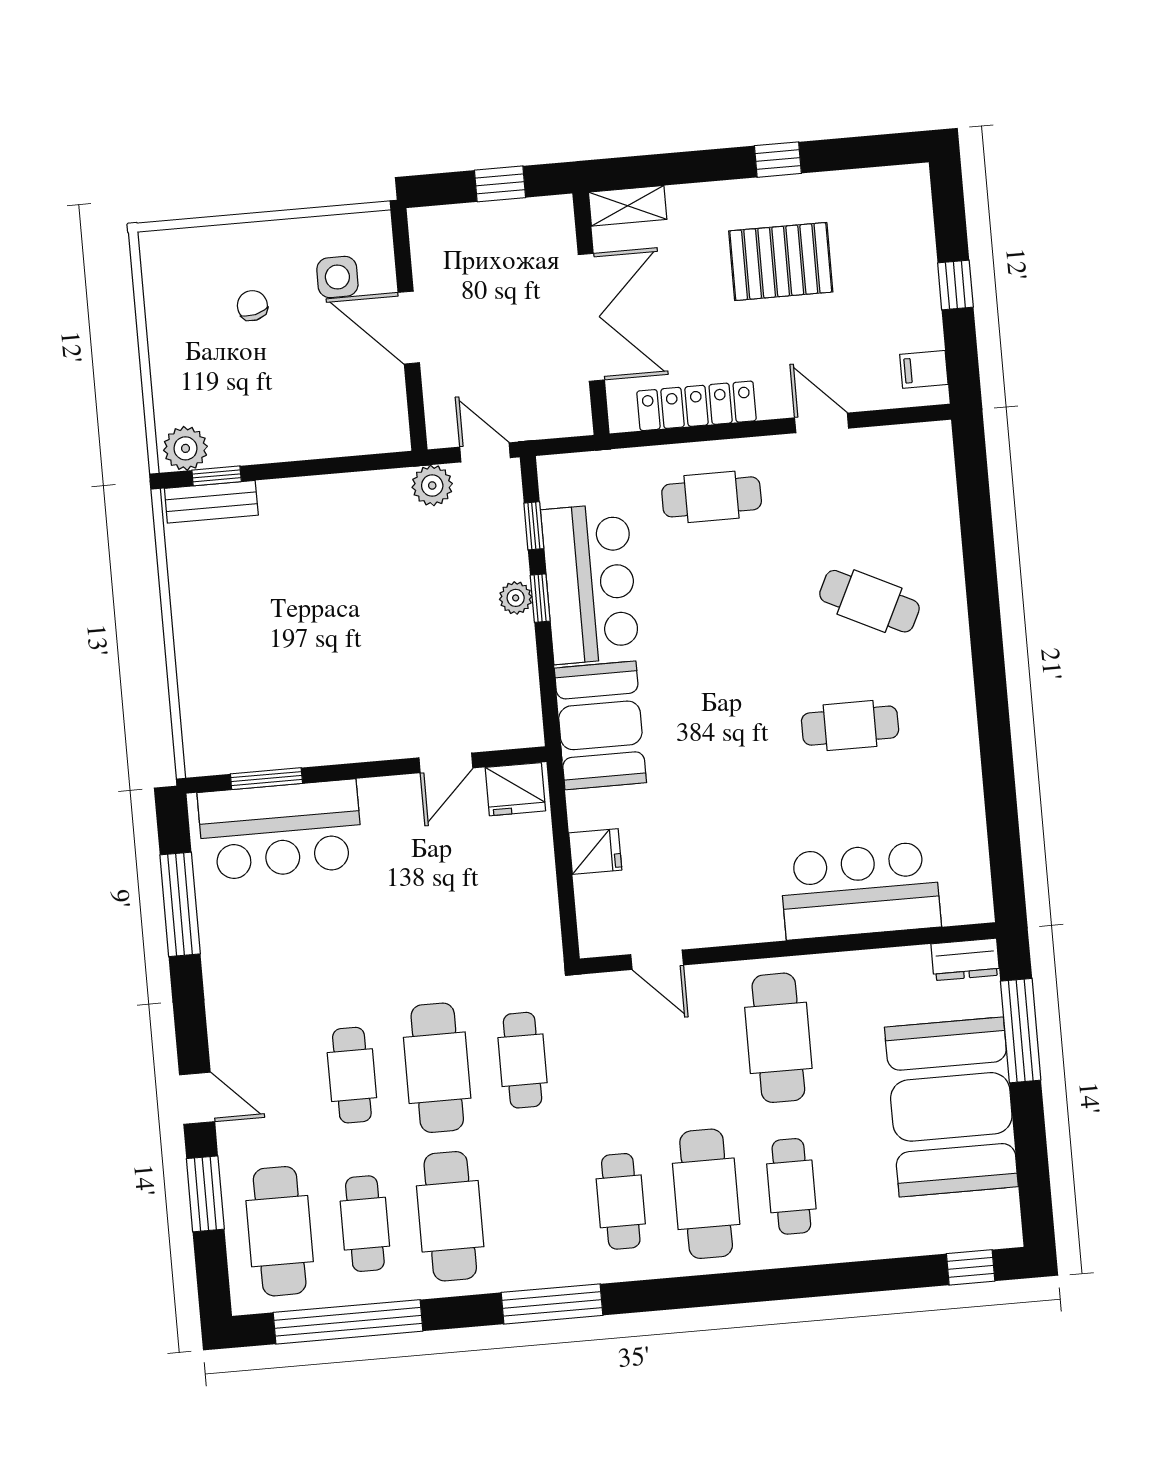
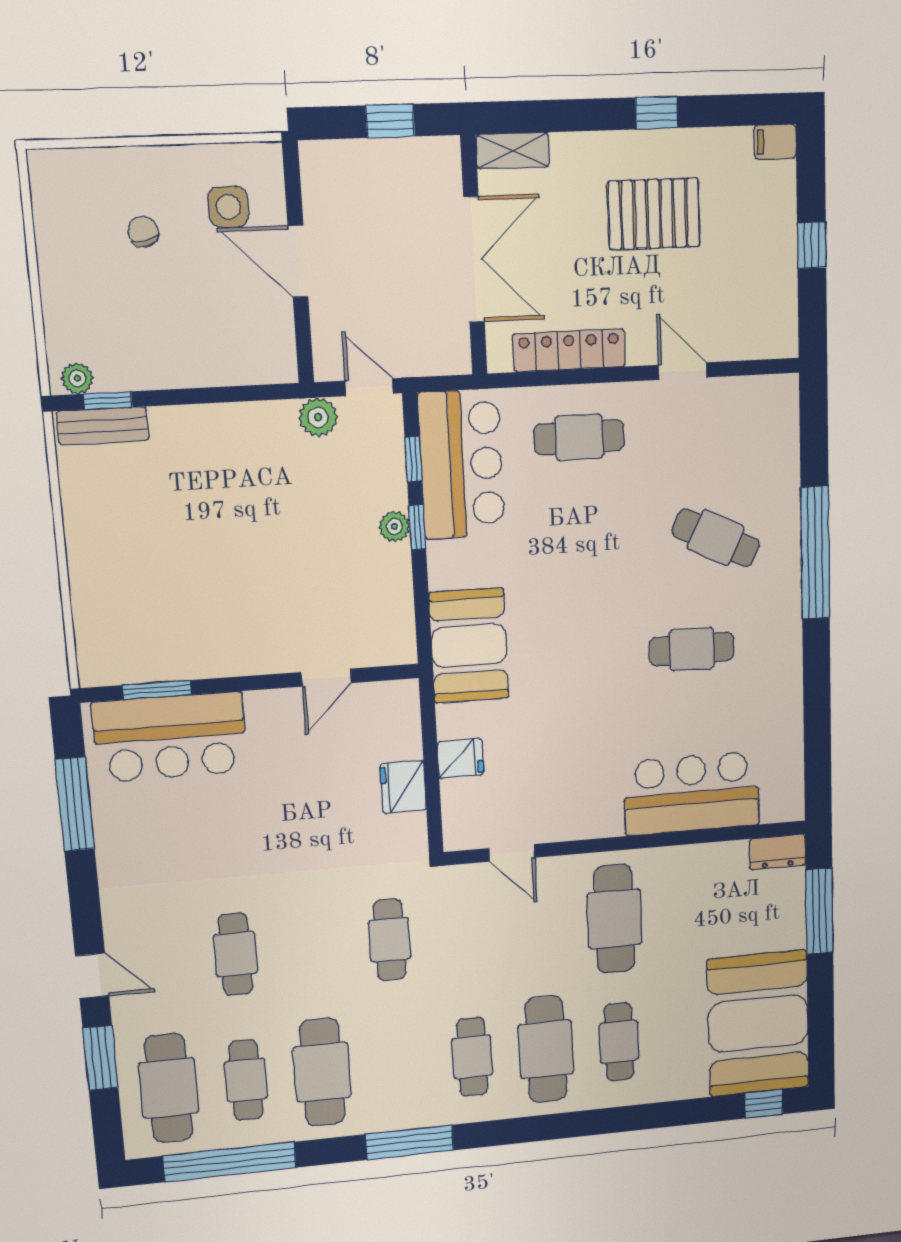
filing cabinet: (924, 369) -> (775, 142), moved
plant: (185, 448) -> (77, 378), width x0.73, depth x0.73
bar counter: (590, 584) -> (462, 464), moved
window: (984, 615) -> (815, 553), added
fridge: (515, 789) -> (403, 787), moved, turned 90
cafe table: (437, 1068) -> (313, 947), removed
booth: (951, 1107) -> (758, 1024), moved

